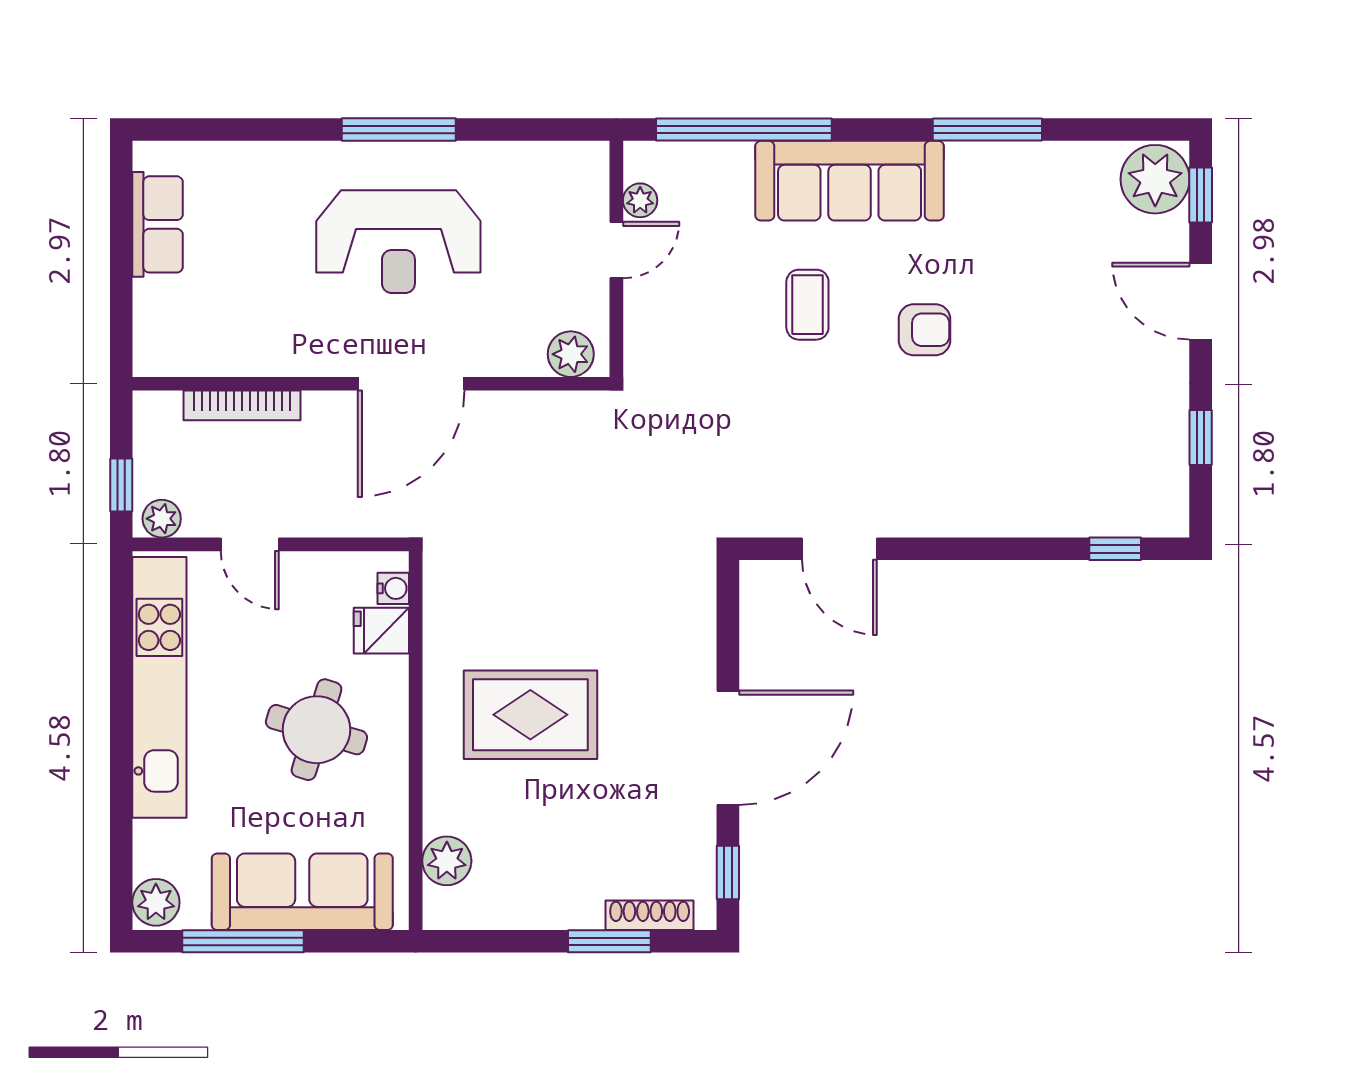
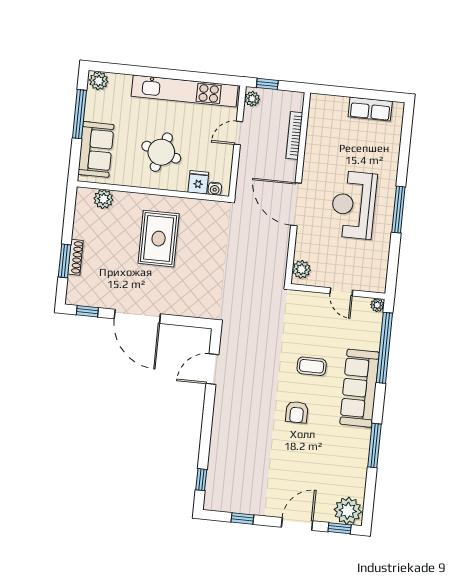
plant: (640, 200) -> (377, 305), moved
sofa: (302, 892) -> (96, 149), width x0.73
shoe rack: (650, 915) -> (75, 257), moved

